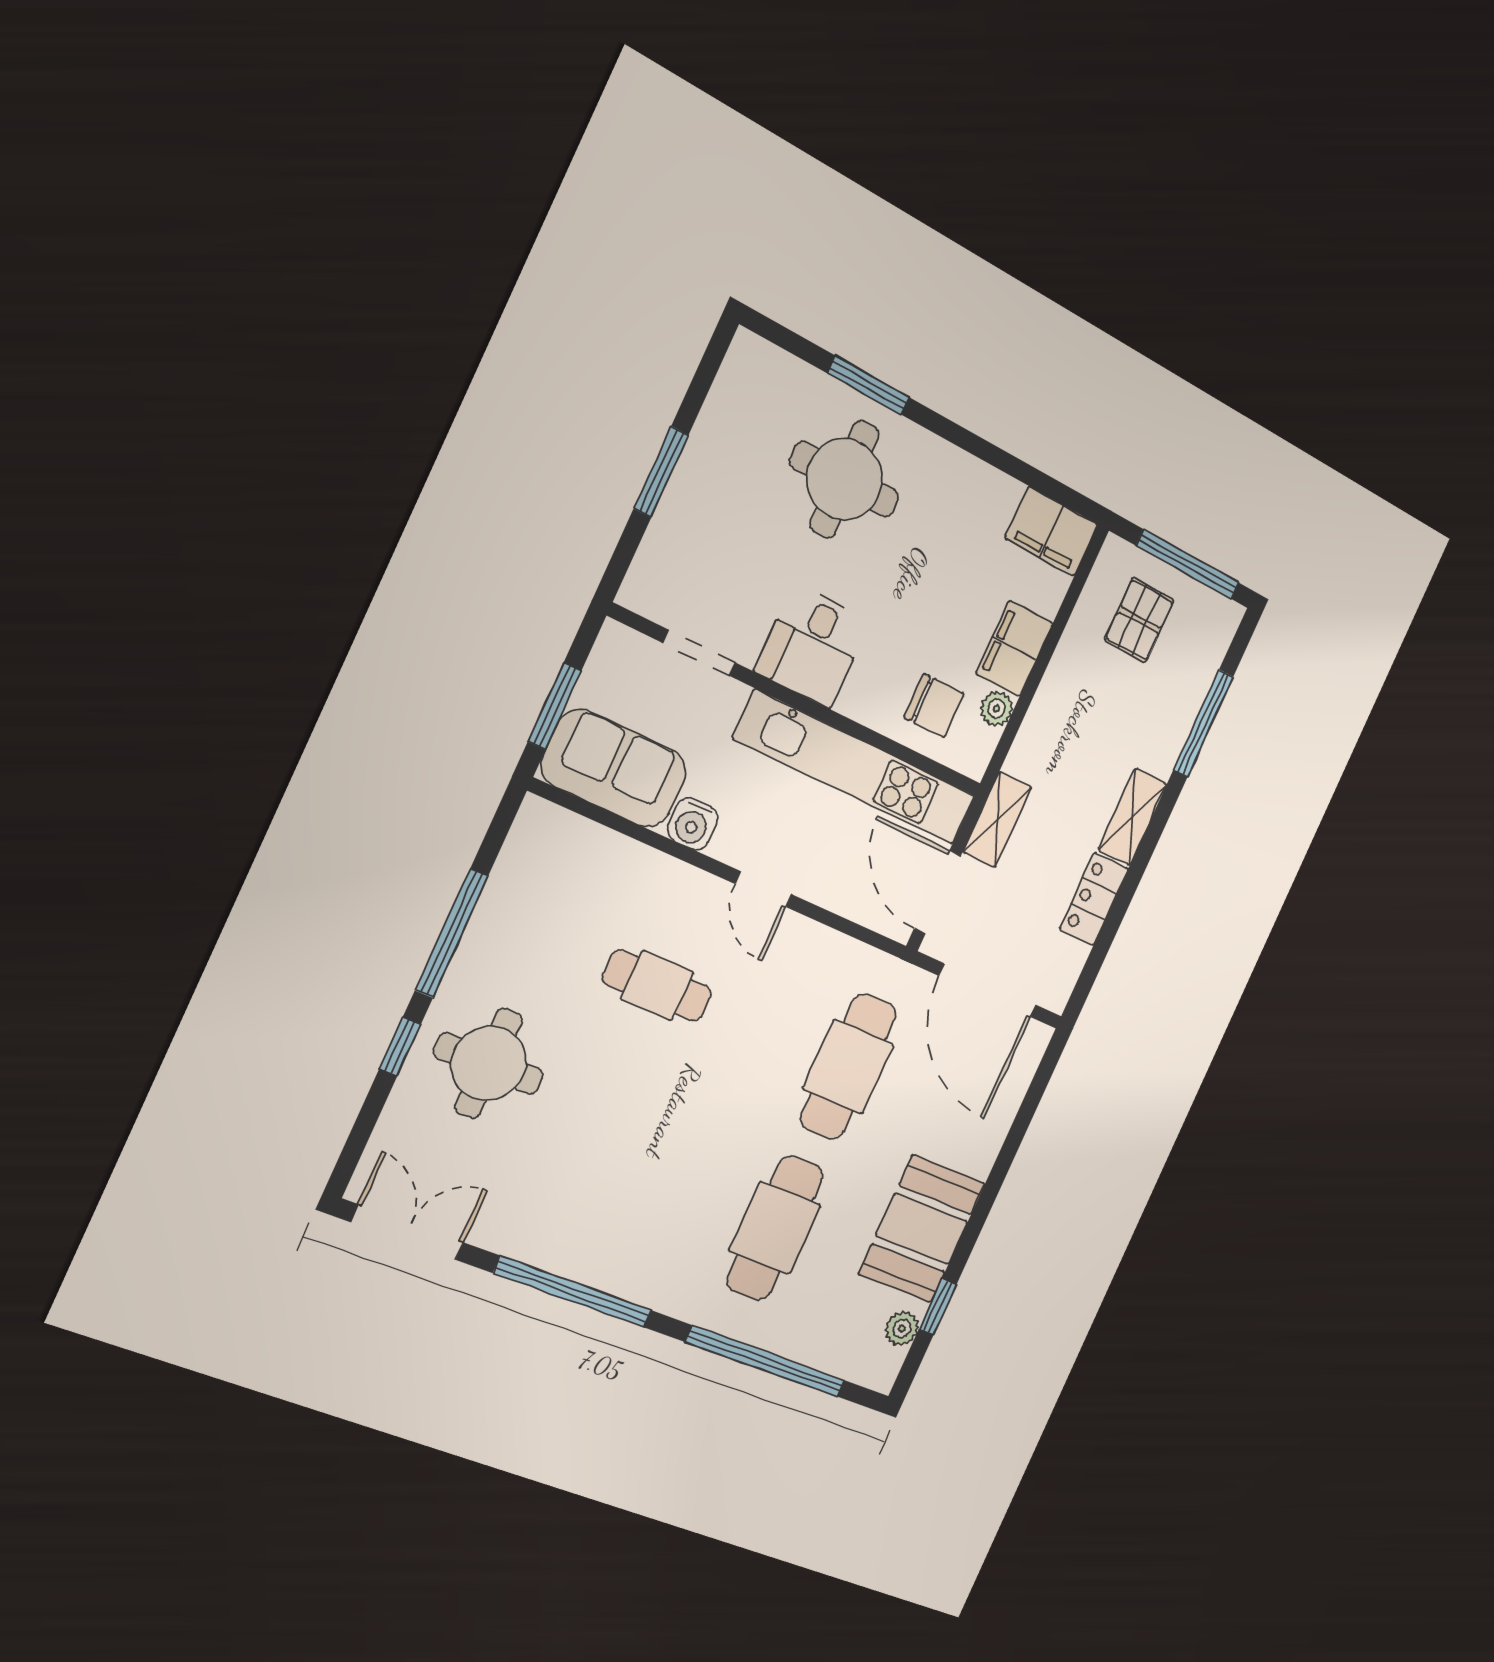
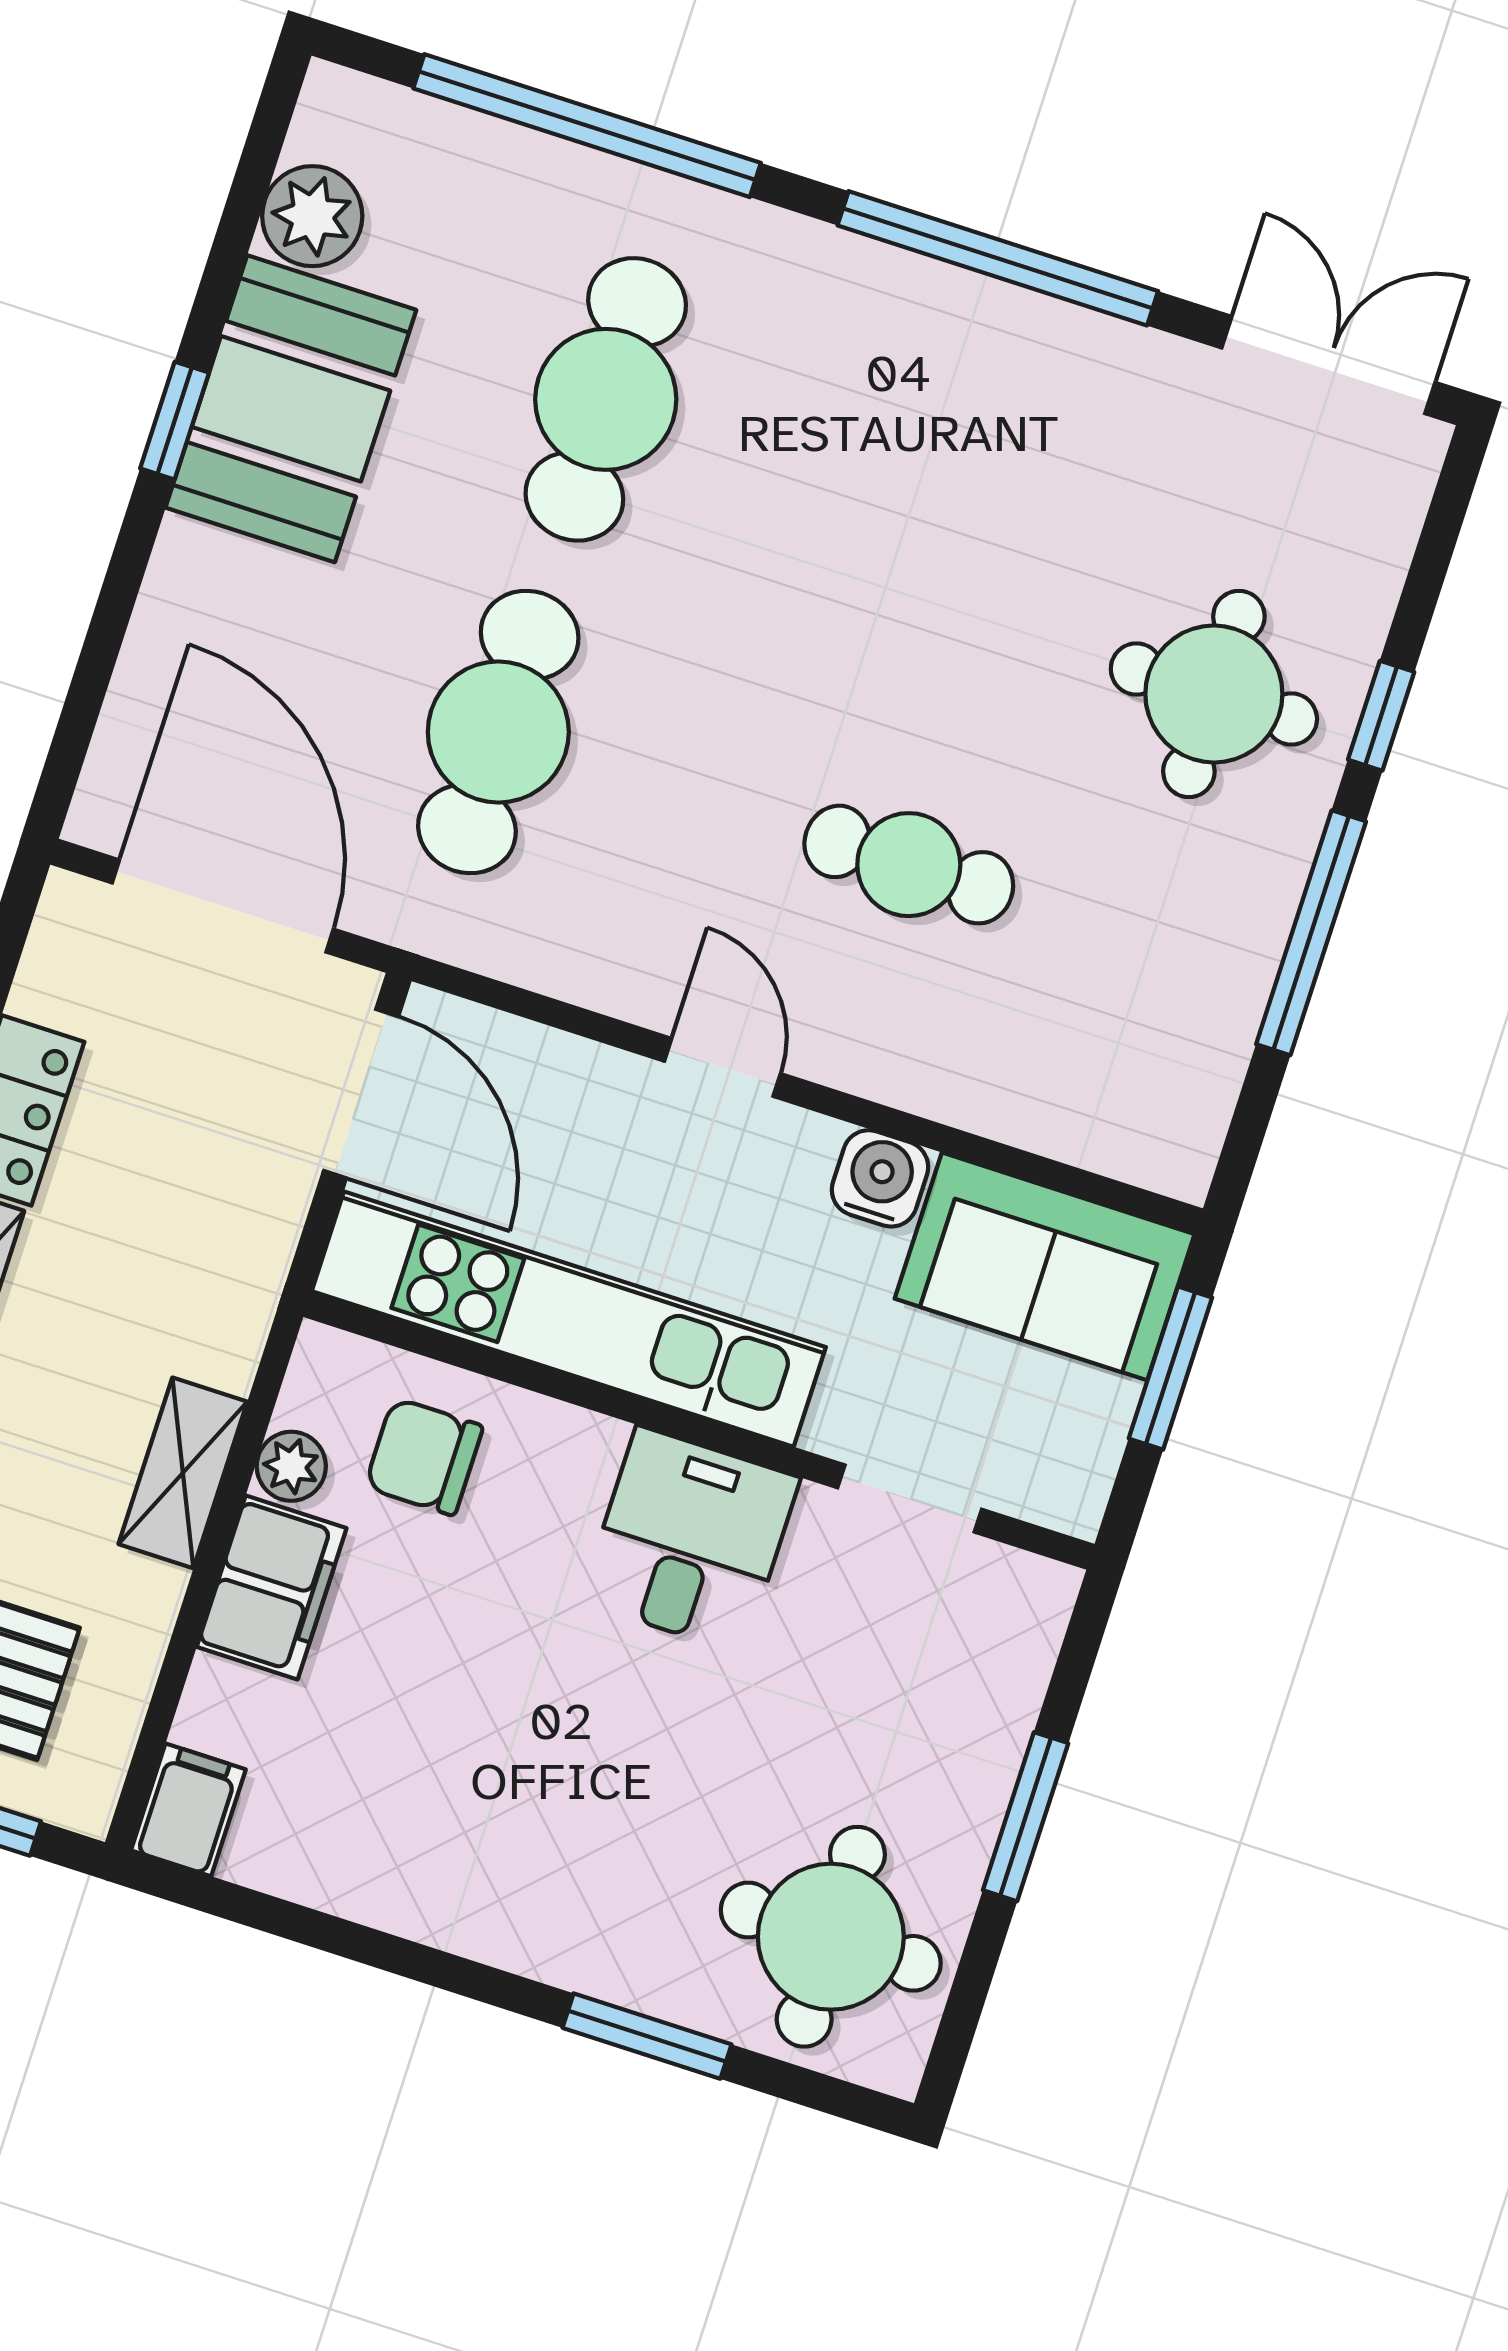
round table: (844, 479) -> (831, 1937), moved
filing cabinet: (1052, 531) -> (188, 1810), width x0.50
shelving: (997, 820) -> (183, 1473), moved
double door: (407, 1232) -> (1328, 365), swing flipped
window: (938, 1307) -> (175, 421), moved
plant: (902, 1329) -> (312, 216), width x1.38, depth x1.38

